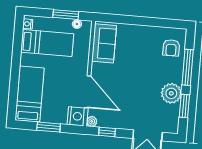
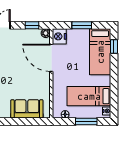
window: (66, 15) -> (86, 122), moved
sofa: (104, 43) -> (27, 109), moved, turned 90
window: (13, 99) -> (114, 46), added

